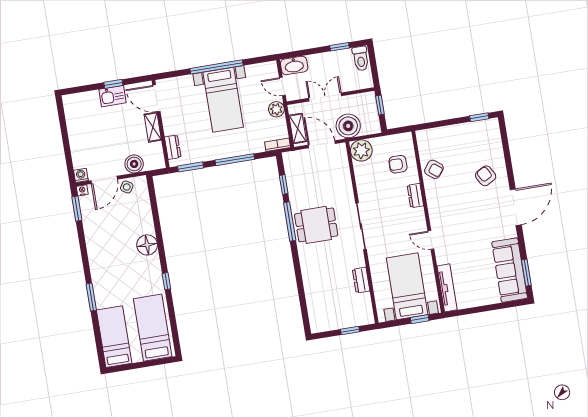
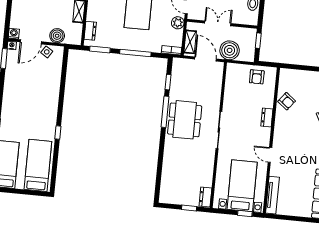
plant: (361, 150) -> (235, 72), removed
armchair: (398, 164) -> (257, 77), moved, turned -90
dining table: (316, 225) -> (185, 120), width x1.38
floor lamp: (147, 245) -> (51, 101), removed
dresser: (361, 280) -> (205, 197), moved

